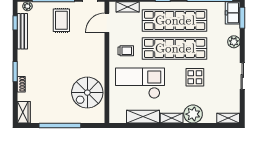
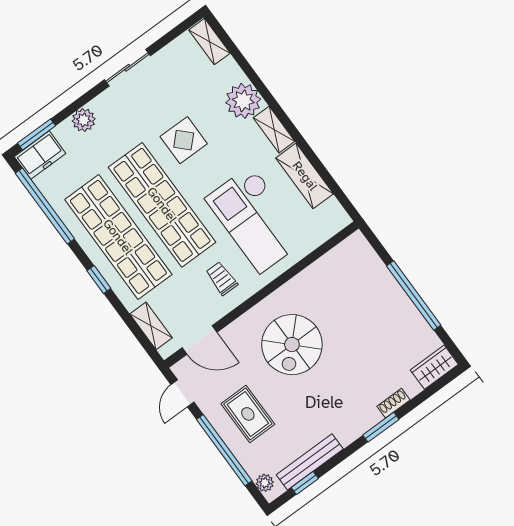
rug: (61, 20) -> (248, 414), turned 90
spiral stairs: (87, 93) -> (292, 345), moved, turned 90

